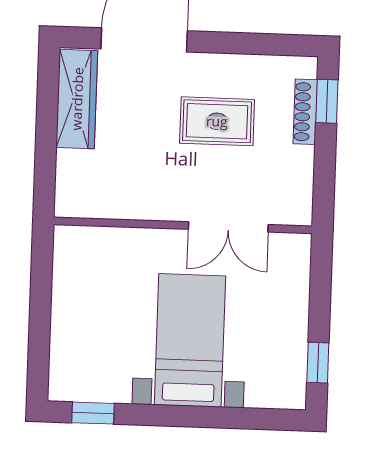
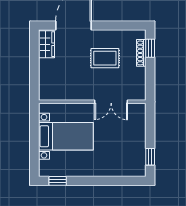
wardrobe: (77, 99) -> (46, 44), width x0.67
bed with nightstands: (190, 340) -> (66, 136), moved, turned 90

